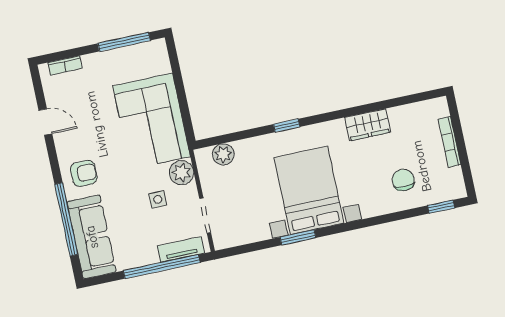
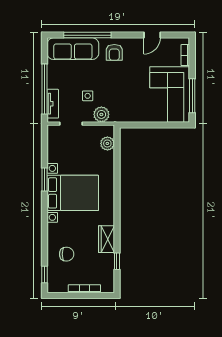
corner sofa: (152, 121) -> (170, 95), moved, turned -90
window: (287, 126) -> (117, 261), moved

